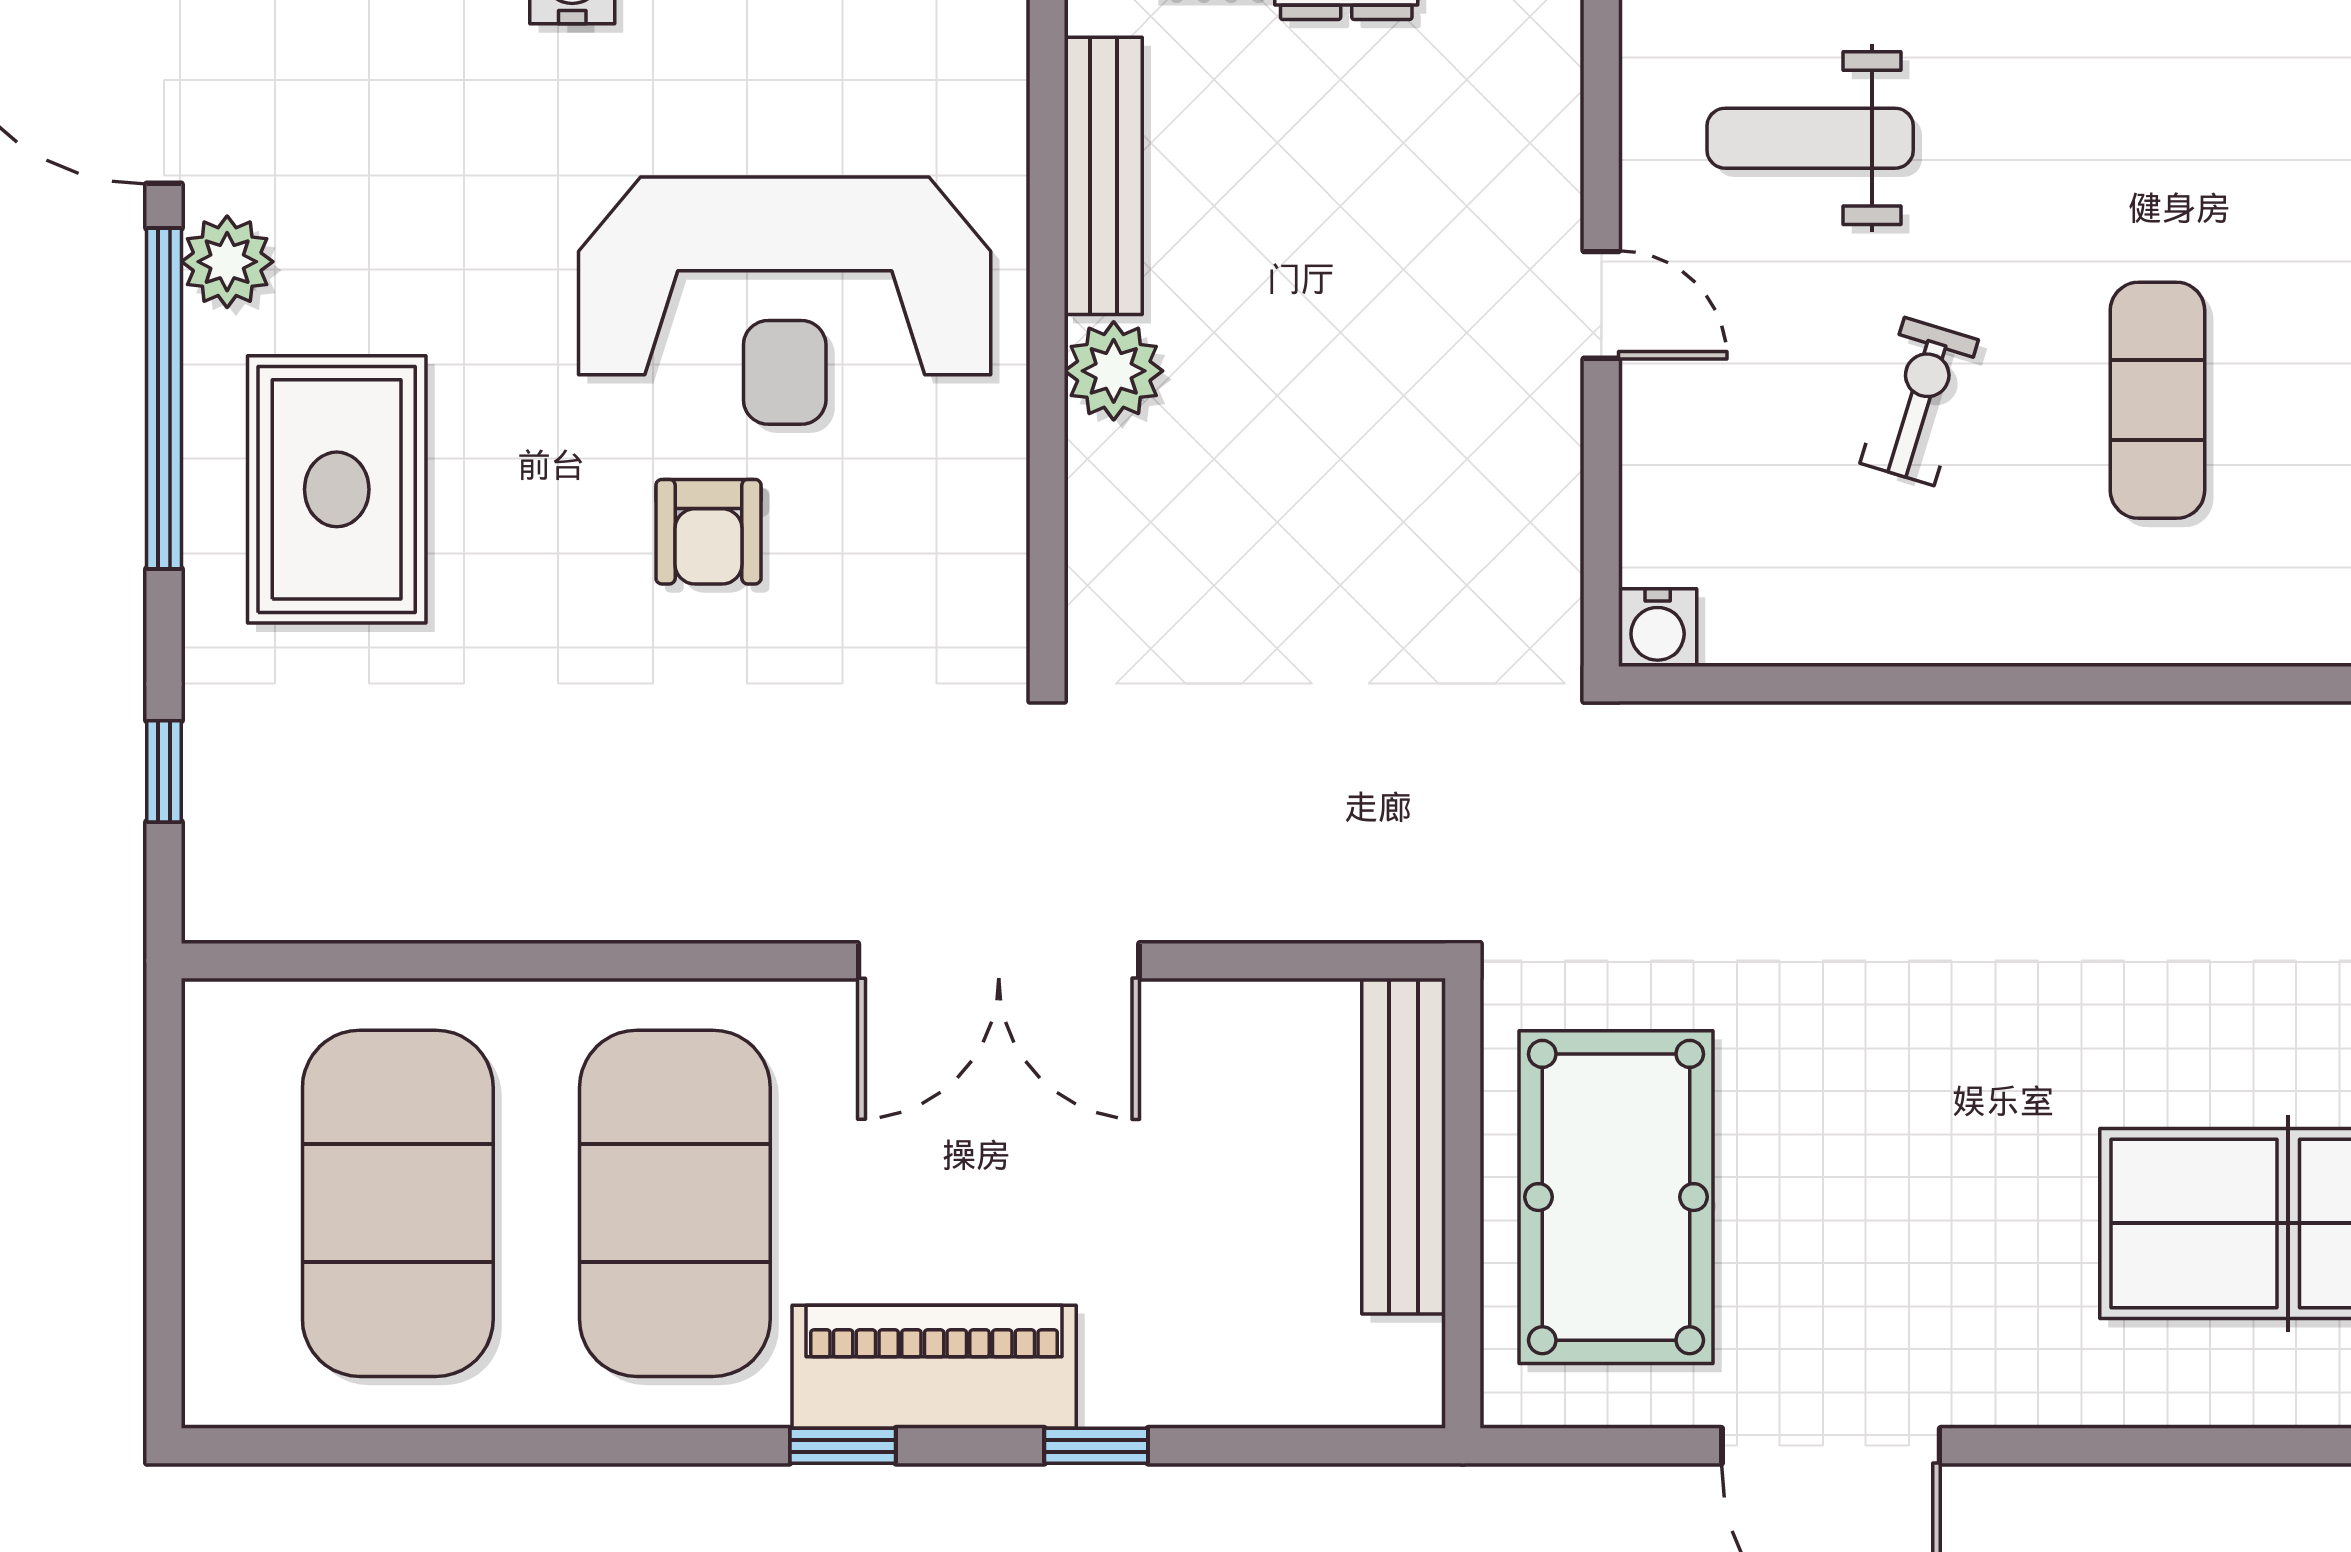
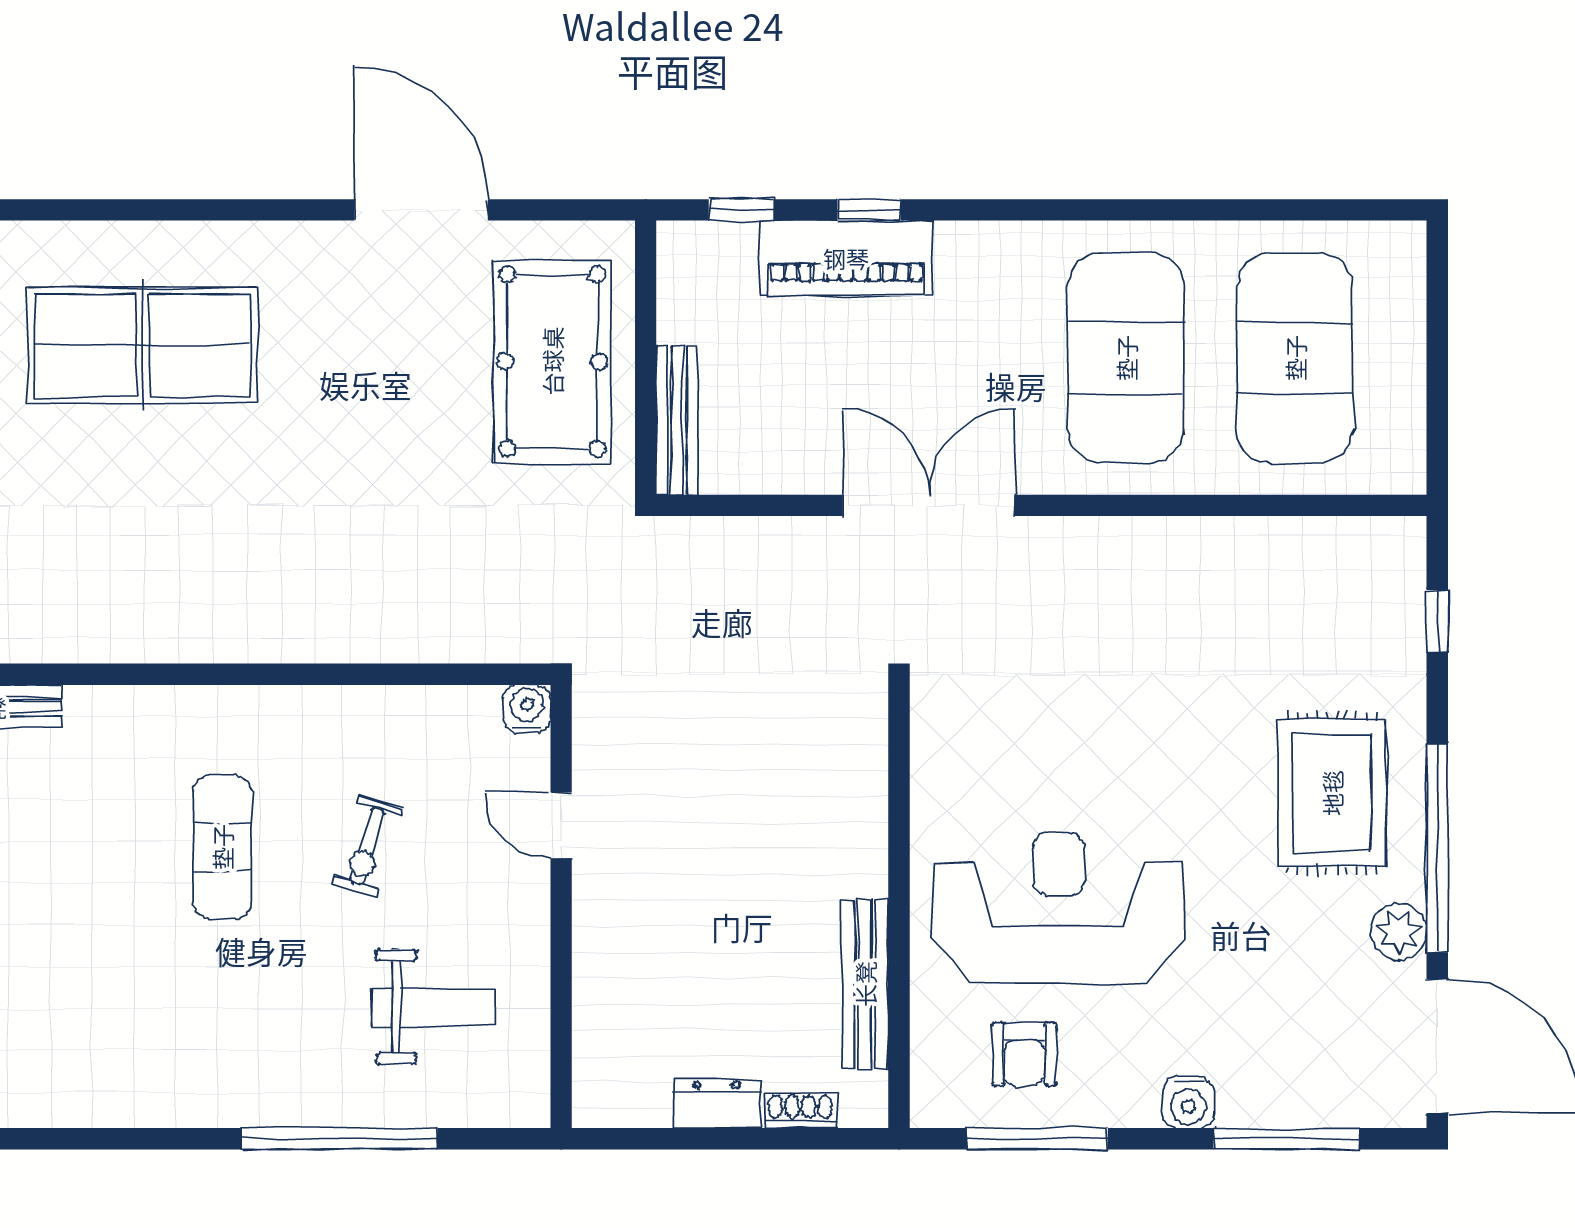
door: (1601, 305) -> (561, 825), moved
plant: (1114, 371) -> (858, 865), removed
armchair: (708, 532) -> (1024, 1054), moved, turned 180
bench: (1404, 1146) -> (677, 420), width x0.73, depth x0.82
piano: (934, 1367) -> (846, 258), moved
window: (843, 1446) -> (741, 210), moved

